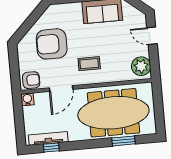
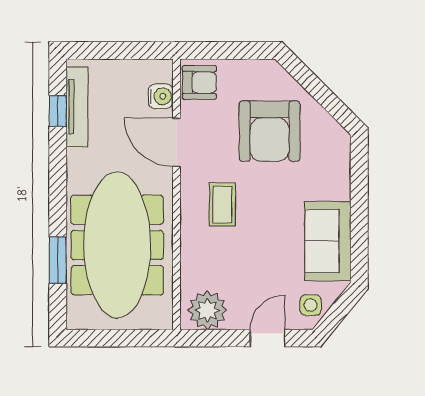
side table: (134, 16) -> (311, 305), added
armchair: (52, 44) -> (270, 131), turned 180
armchair: (31, 80) -> (199, 83), turned -90
water cooler: (27, 99) -> (161, 96), moved

